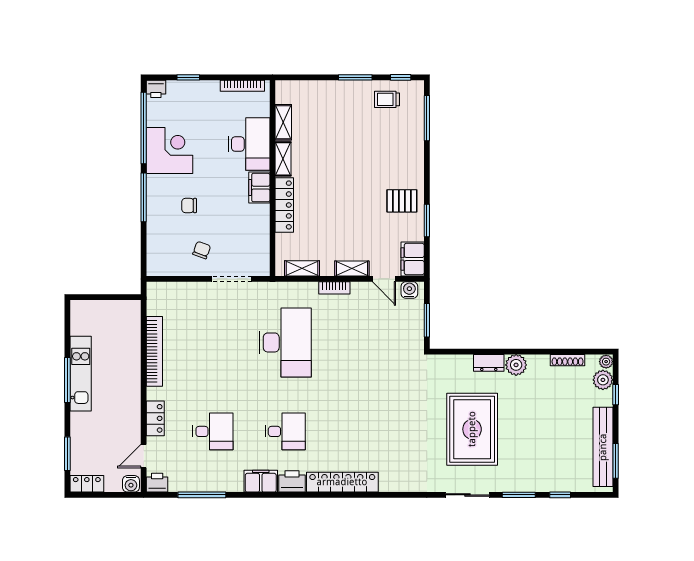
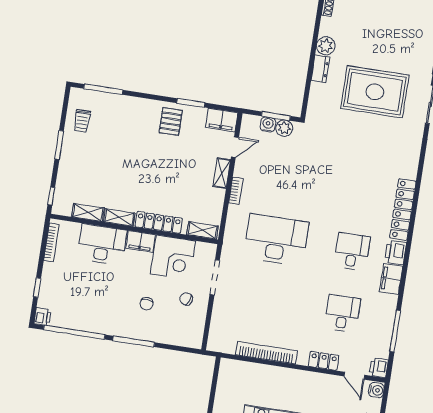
window: (401, 77) -> (51, 196), moved
corner desk: (169, 151) -> (173, 258), moved, turned 180
shelving: (302, 268) -> (203, 230), moved, turned 90
water cooler: (409, 290) -> (268, 124), moved, turned 90
plant: (414, 332) -> (284, 128), added

